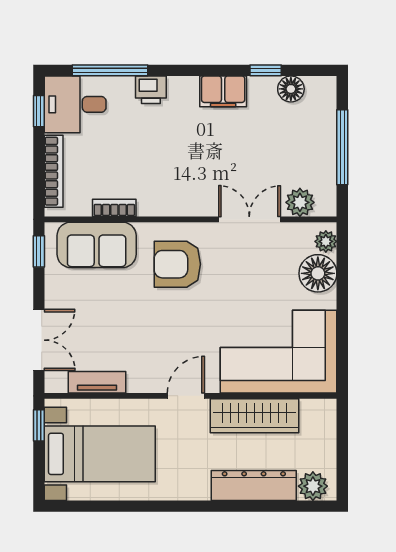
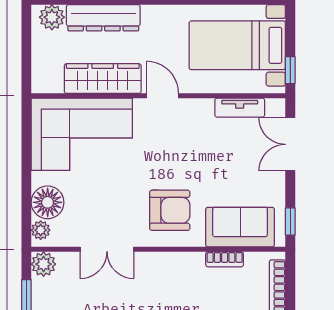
plant: (300, 202) -> (44, 264), moved
door: (186, 396) -> (162, 96), swing flipped

